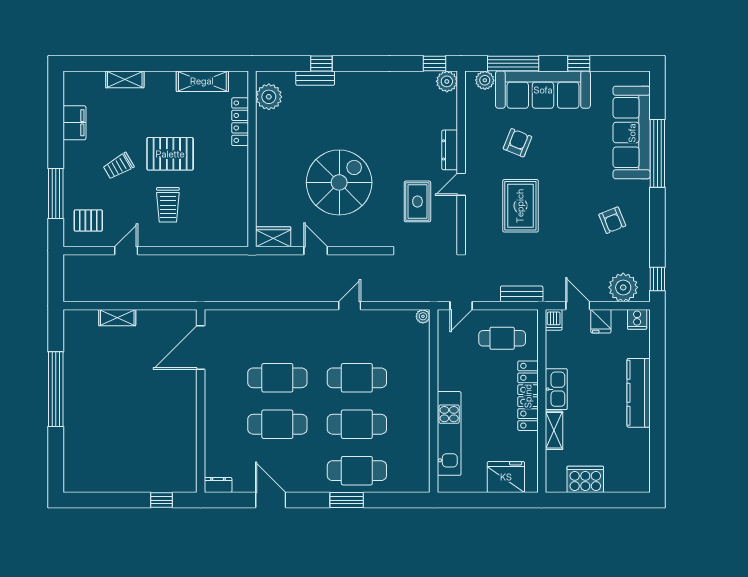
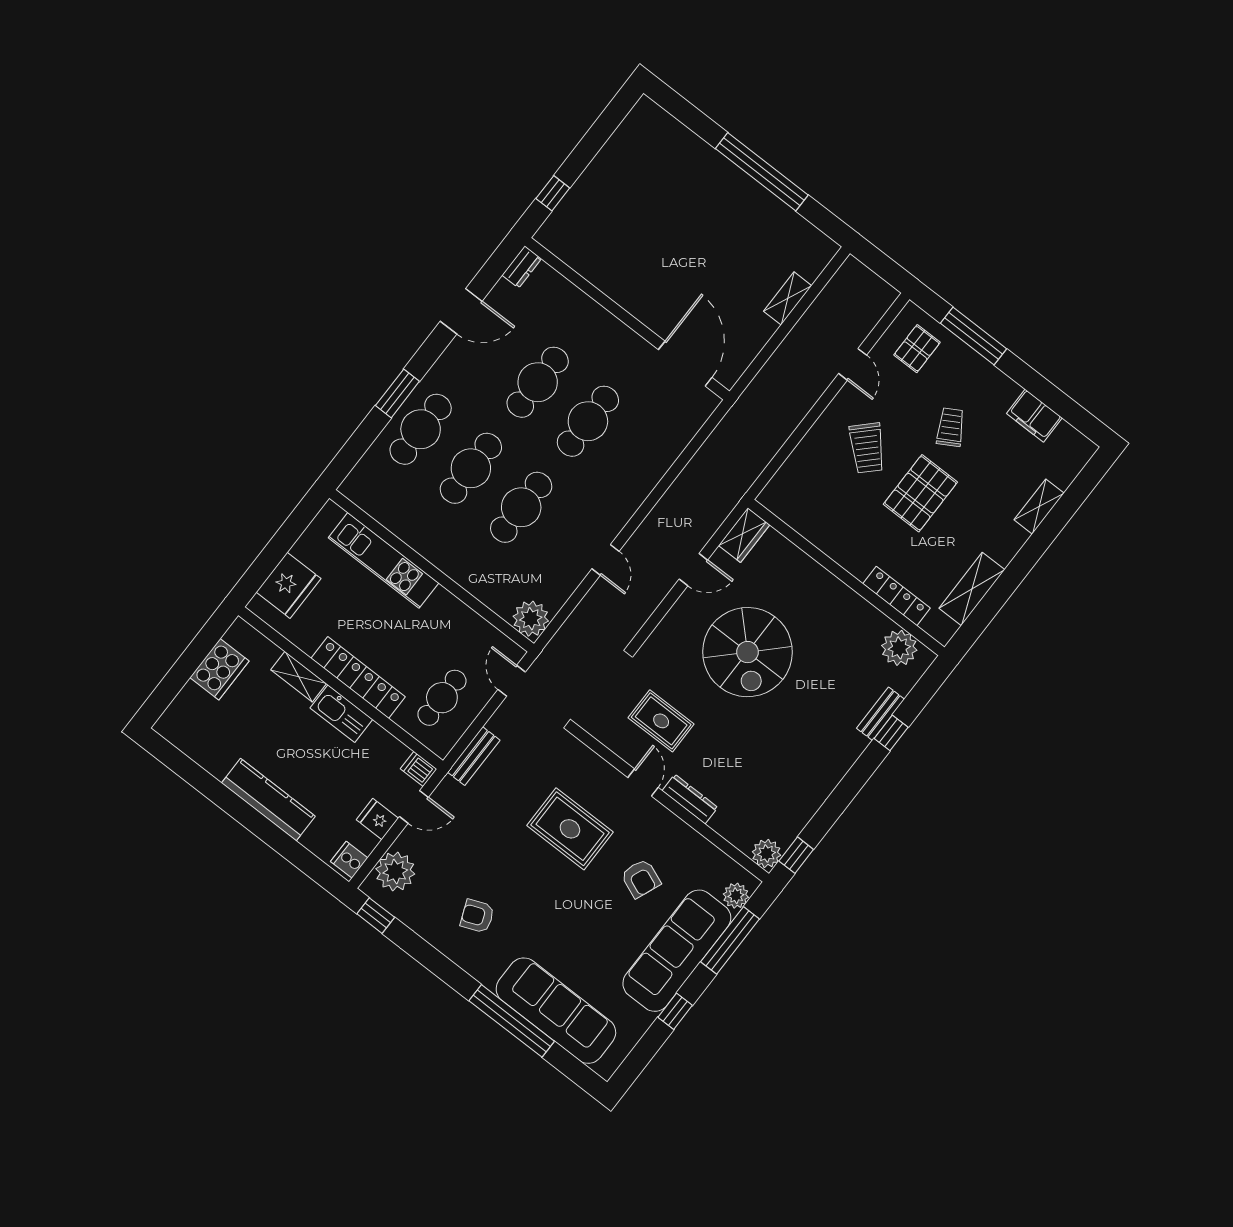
trolley: (168, 205) -> (867, 448), turned -135
plant: (423, 316) -> (531, 619), width x1.88, depth x1.88

